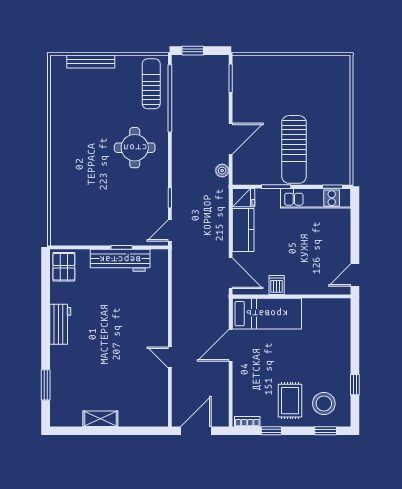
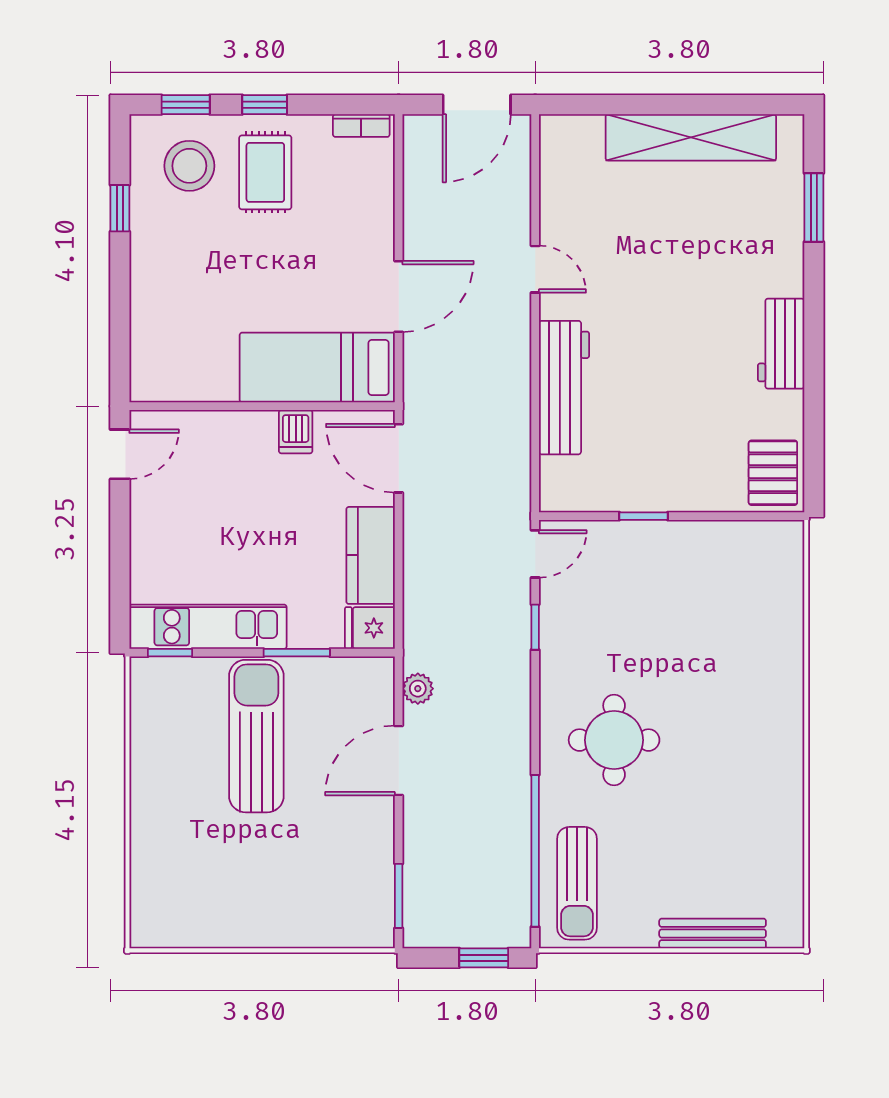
workbench: (120, 260) -> (564, 388), moved, turned 90
shelving: (100, 419) -> (691, 137), width x2.20, depth x1.33
window: (271, 431) -> (265, 105), moved

